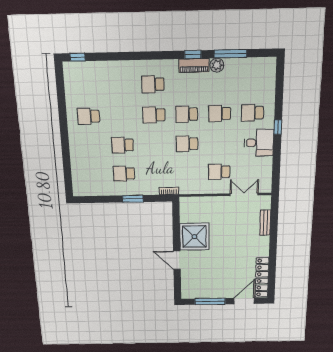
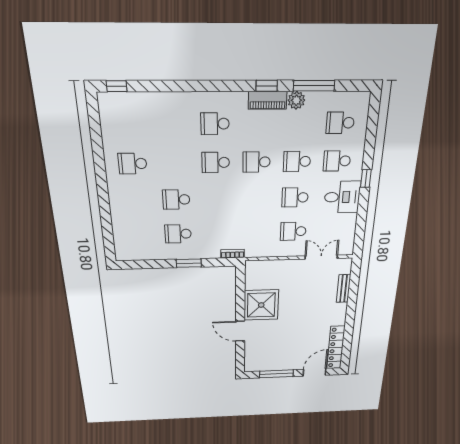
school desk: (253, 82) -> (340, 123), added
school desk: (187, 144) -> (295, 197), moved

